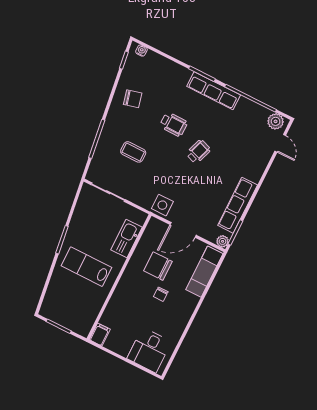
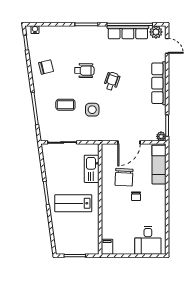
row of seats: (214, 91) -> (128, 32), moved
side table: (162, 205) -> (92, 110), moved
row of seats: (238, 205) -> (159, 83), moved
chair: (158, 266) -> (124, 177), turned -87

